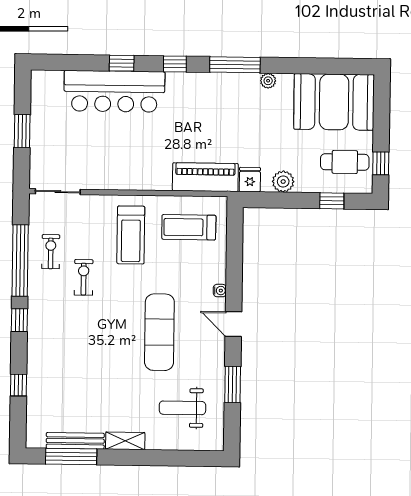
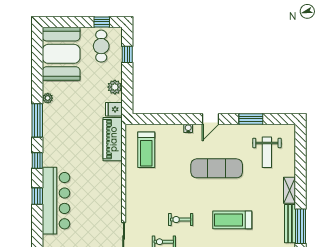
treadmill: (131, 235) -> (232, 220), moved, turned 180

